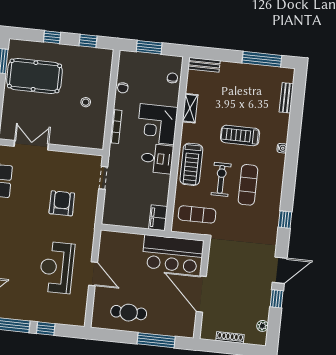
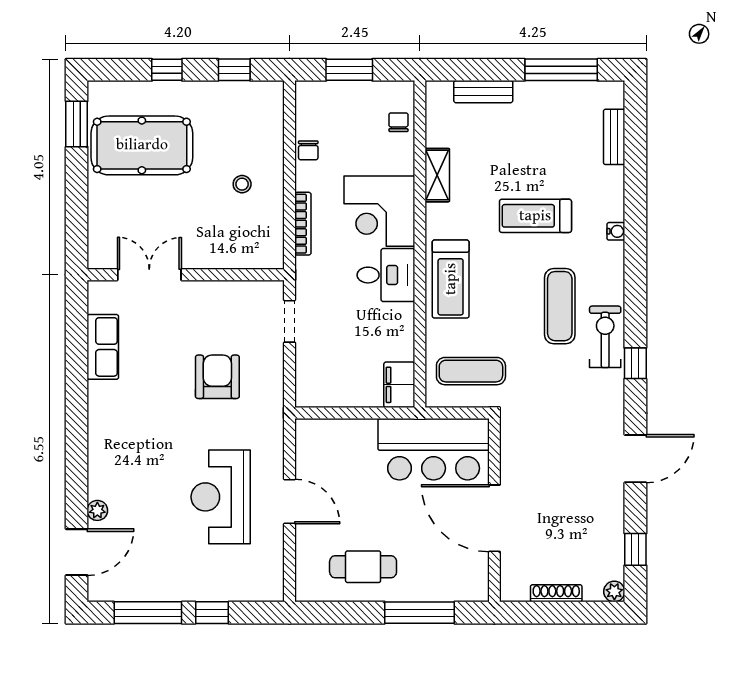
bench: (204, 65) -> (483, 92), moved
exercise bike: (221, 179) -> (605, 337), moved
window: (277, 299) -> (635, 549), moved
plant: (262, 326) -> (614, 591), moved

